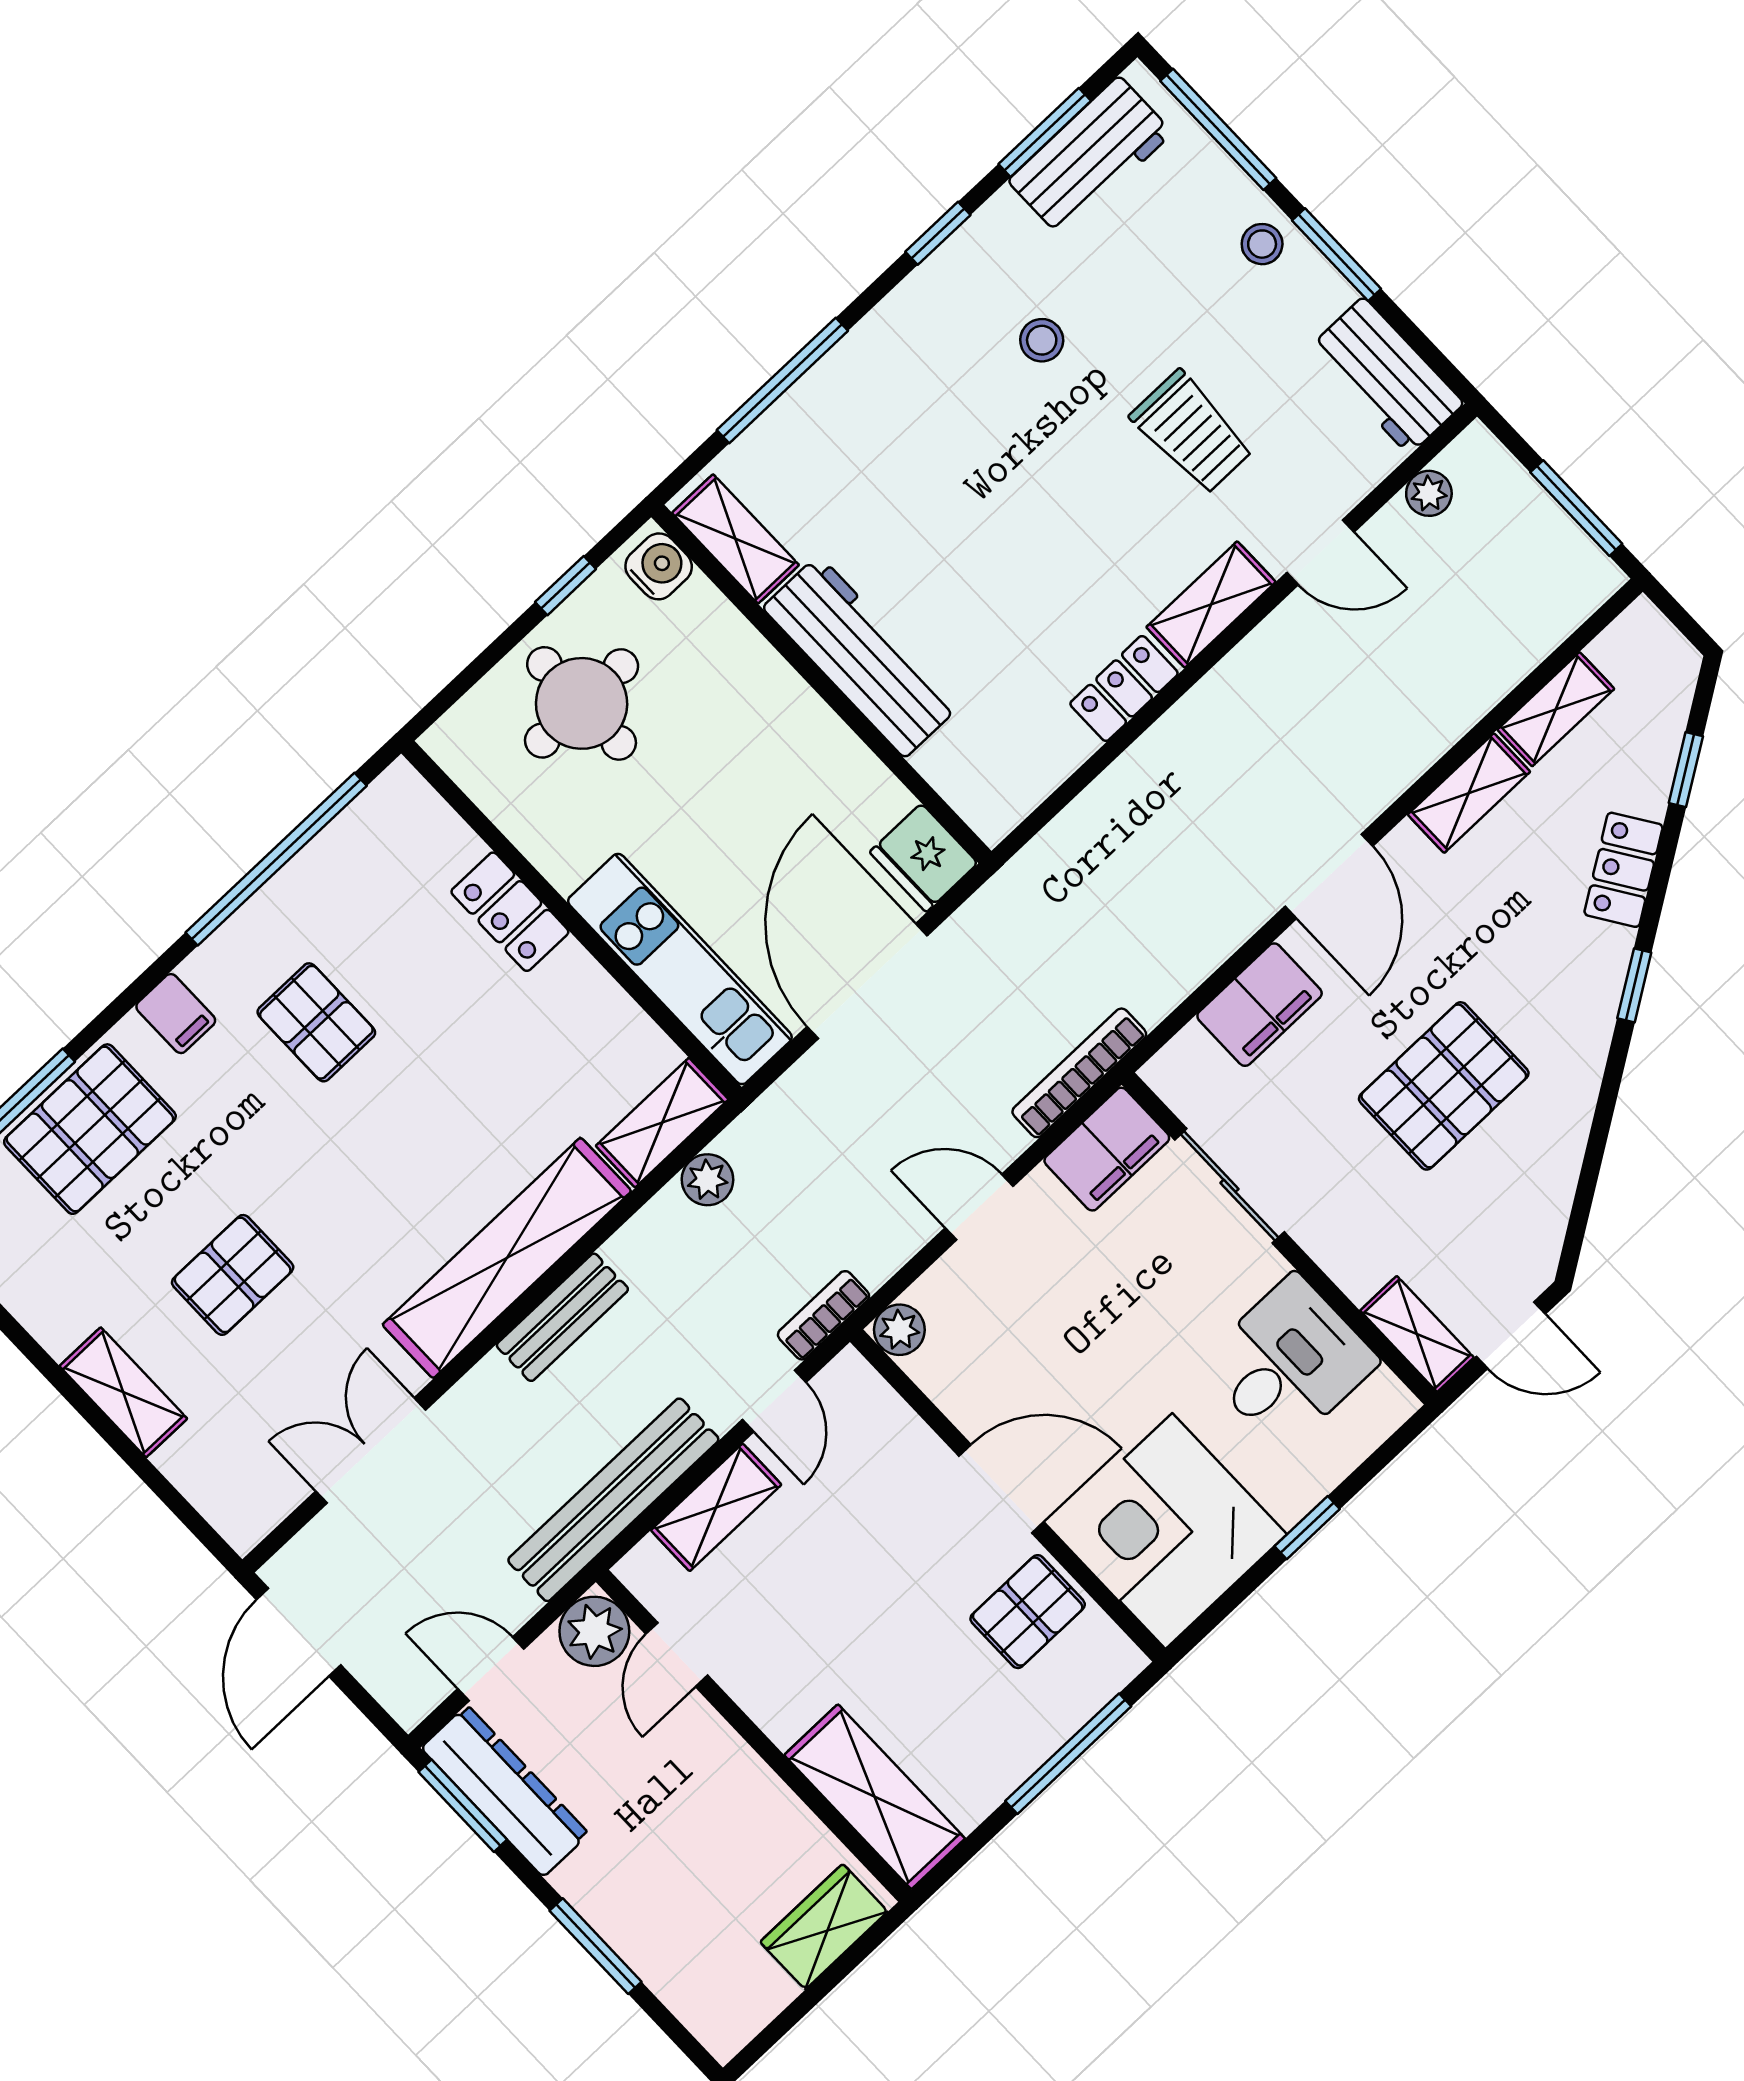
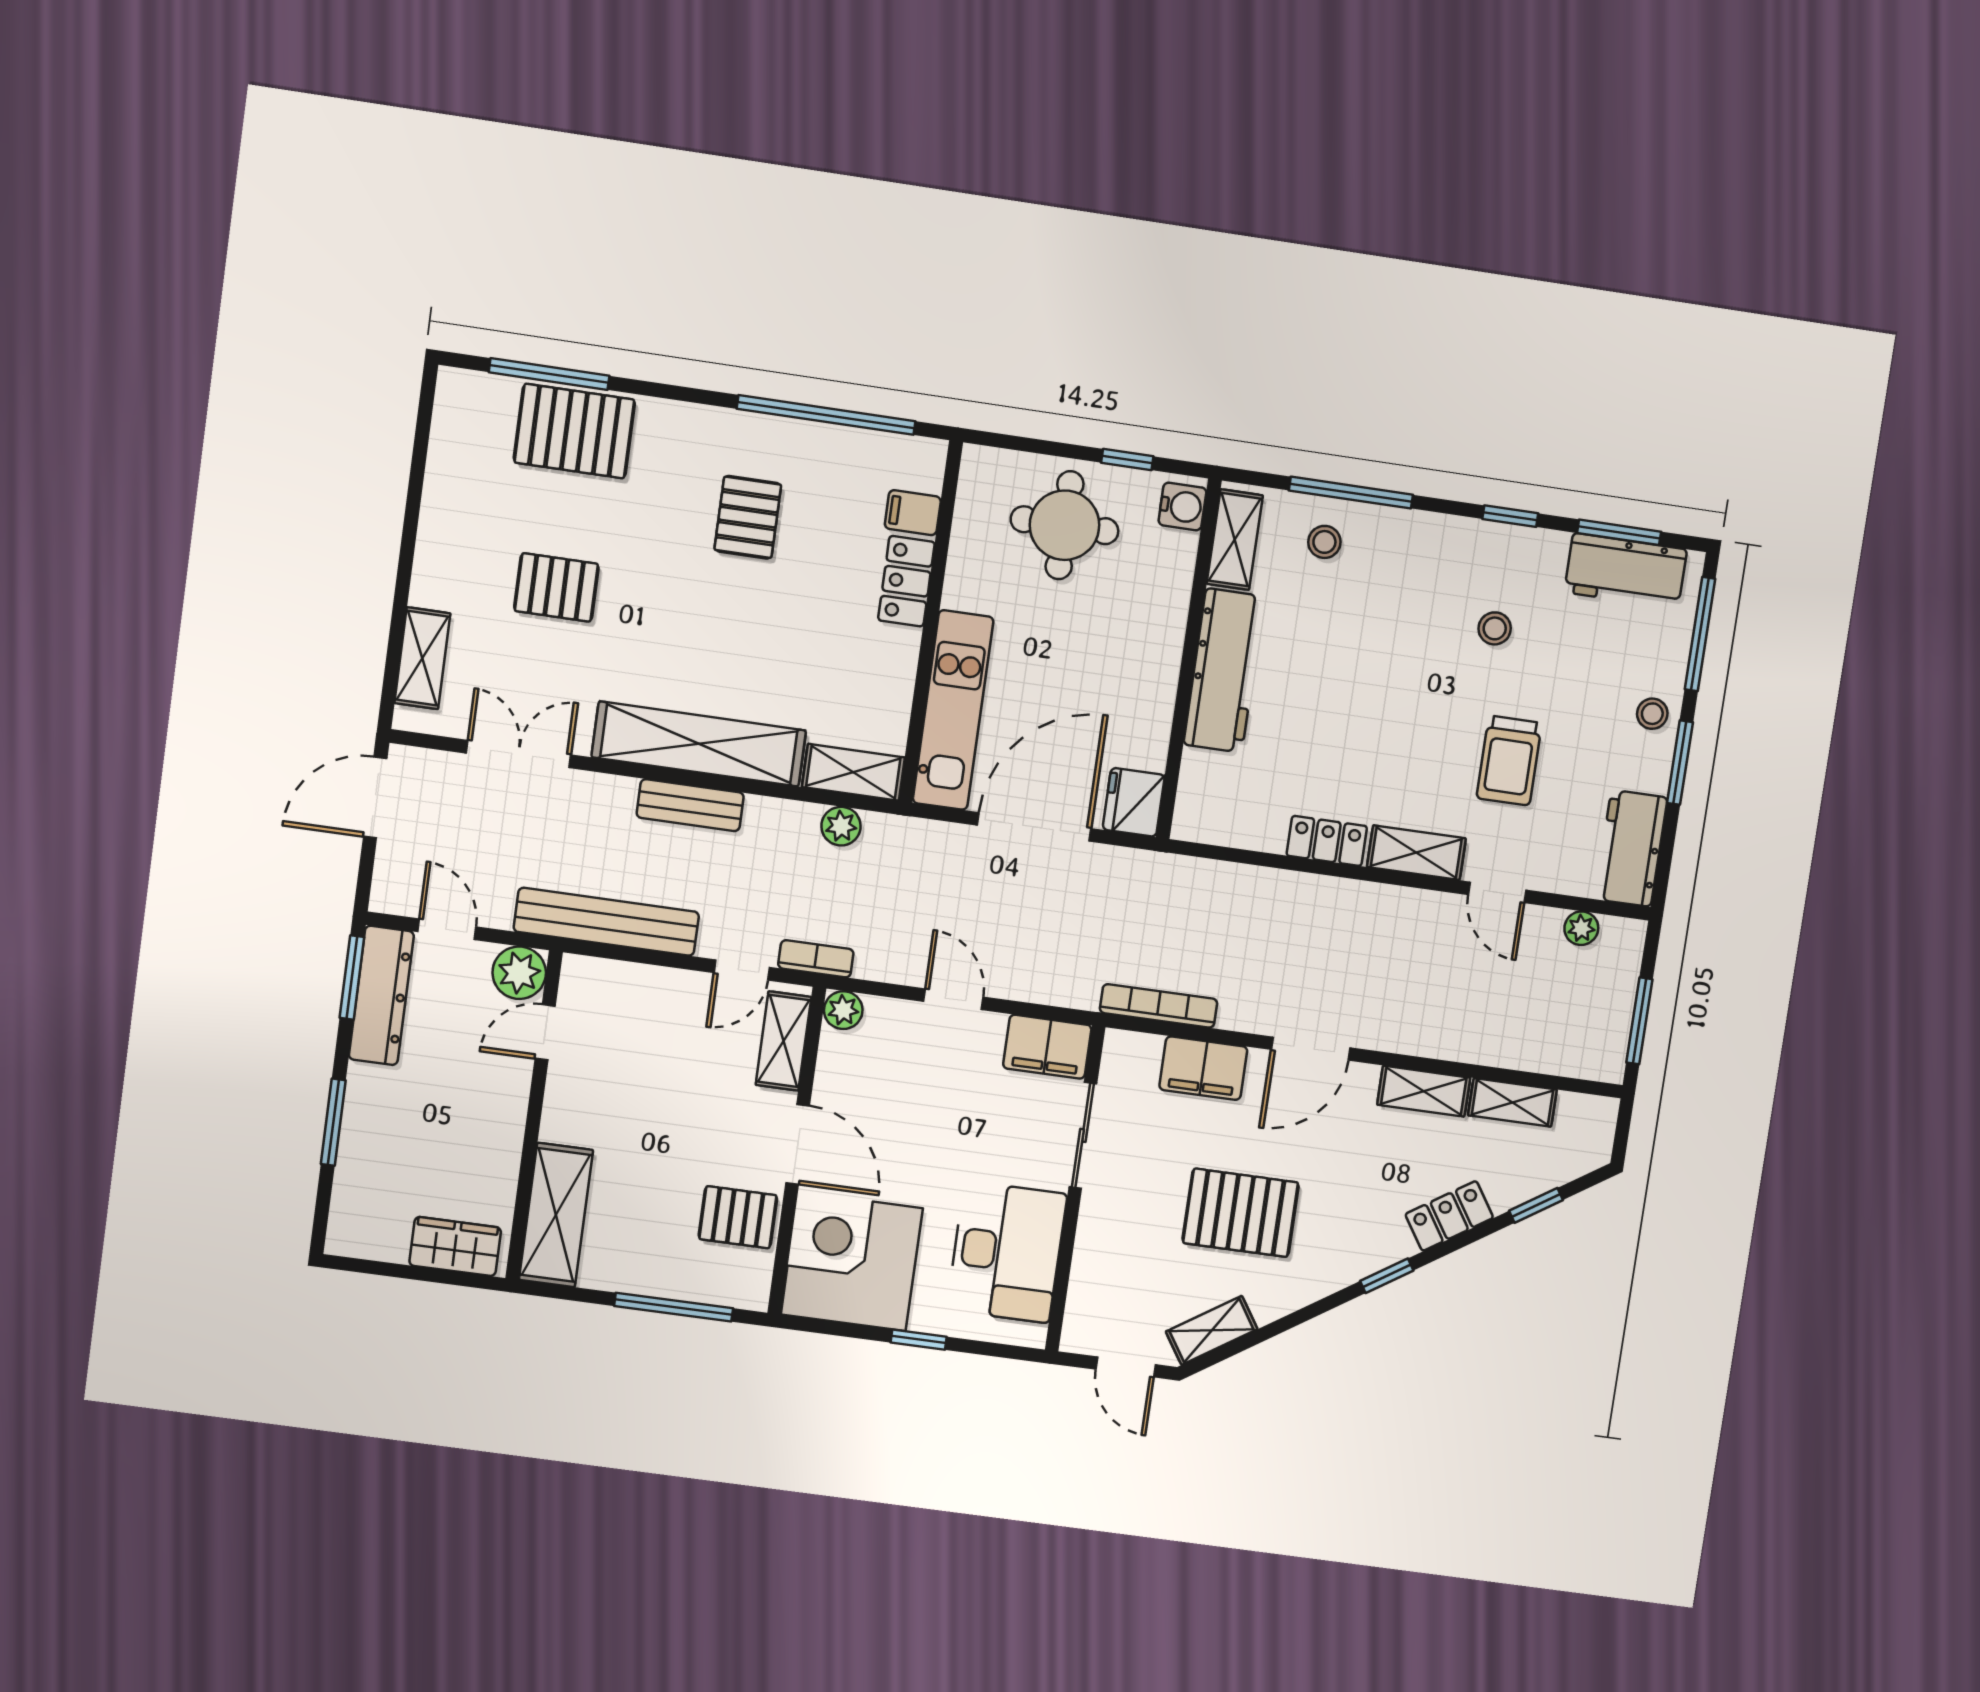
stool: (812, 448) -> (1324, 542), added
filing cabinet: (176, 1014) -> (913, 513), moved, turned 90
bookcase: (1079, 1073) -> (1159, 1006), moved
shelving: (1417, 1334) -> (1212, 1330), moved, turned 57
desk: (1289, 1363) -> (1007, 1252), width x1.37
shelving: (123, 1392) -> (422, 658), moved
shelving: (716, 1507) -> (783, 1041), moved, turned 90

